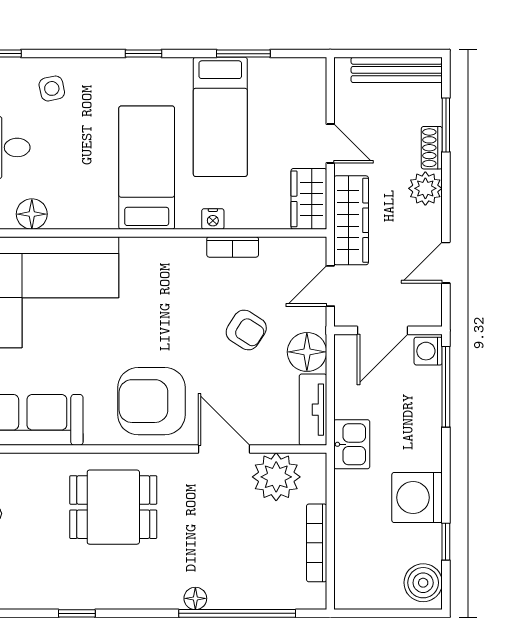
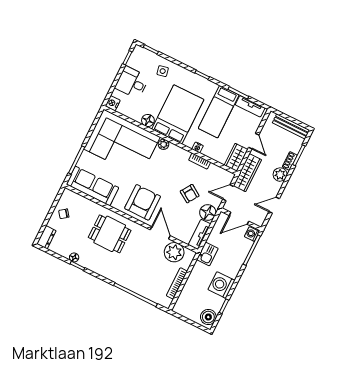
tv unit: (284, 70) -> (250, 106), added
bed: (147, 168) -> (178, 114), width x1.50
floor lamp: (32, 214) -> (148, 120), moved
plant: (134, 250) -> (163, 144), added
armchair: (151, 401) -> (143, 202), turned 90
floor lamp: (195, 598) -> (74, 257), moved

